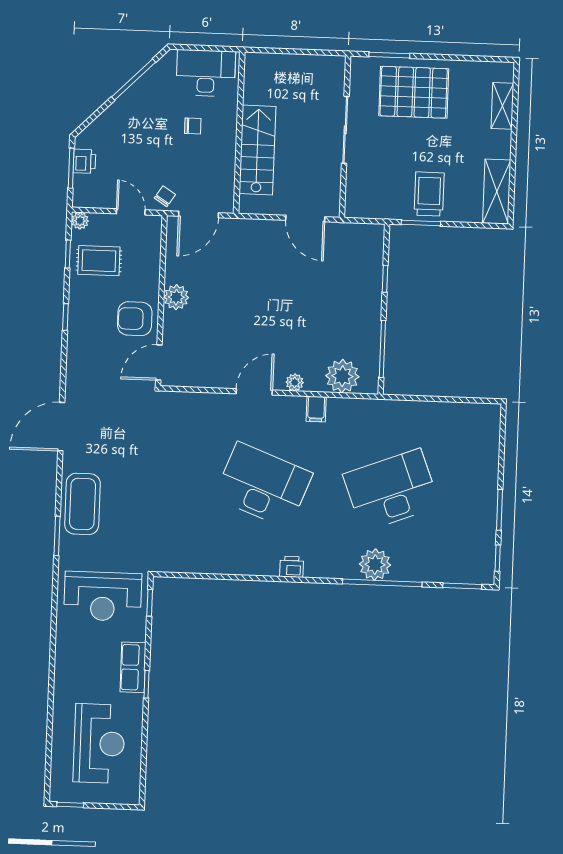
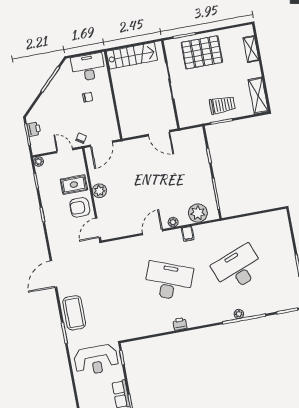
stairs: (257, 150) -> (132, 56), moved, turned 90
trolley: (429, 194) -> (222, 105), turned 90
rug: (99, 261) -> (74, 185), moved
plant: (375, 565) -> (239, 314), width x0.53, depth x0.53
printer: (292, 567) -> (180, 324), moved

